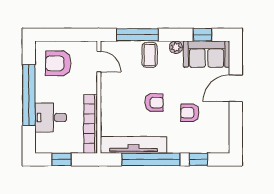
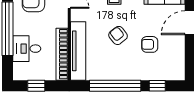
armchair: (154, 103) -> (118, 35), turned -128
tv unit: (133, 145) -> (78, 51), moved, turned 90

